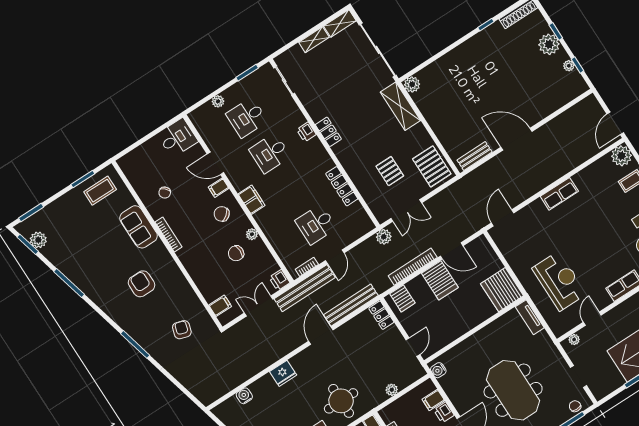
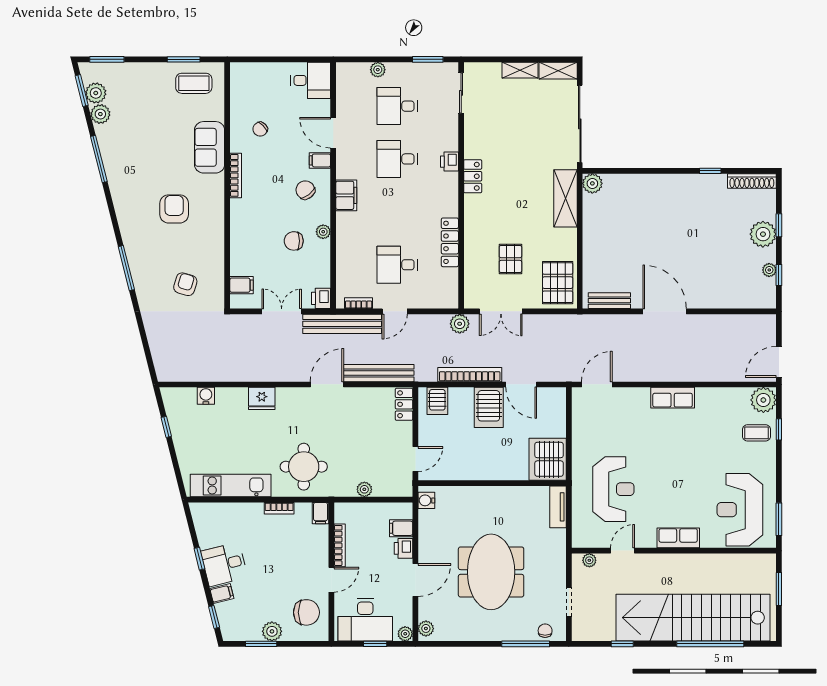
plant: (51, 252) -> (100, 114), added

